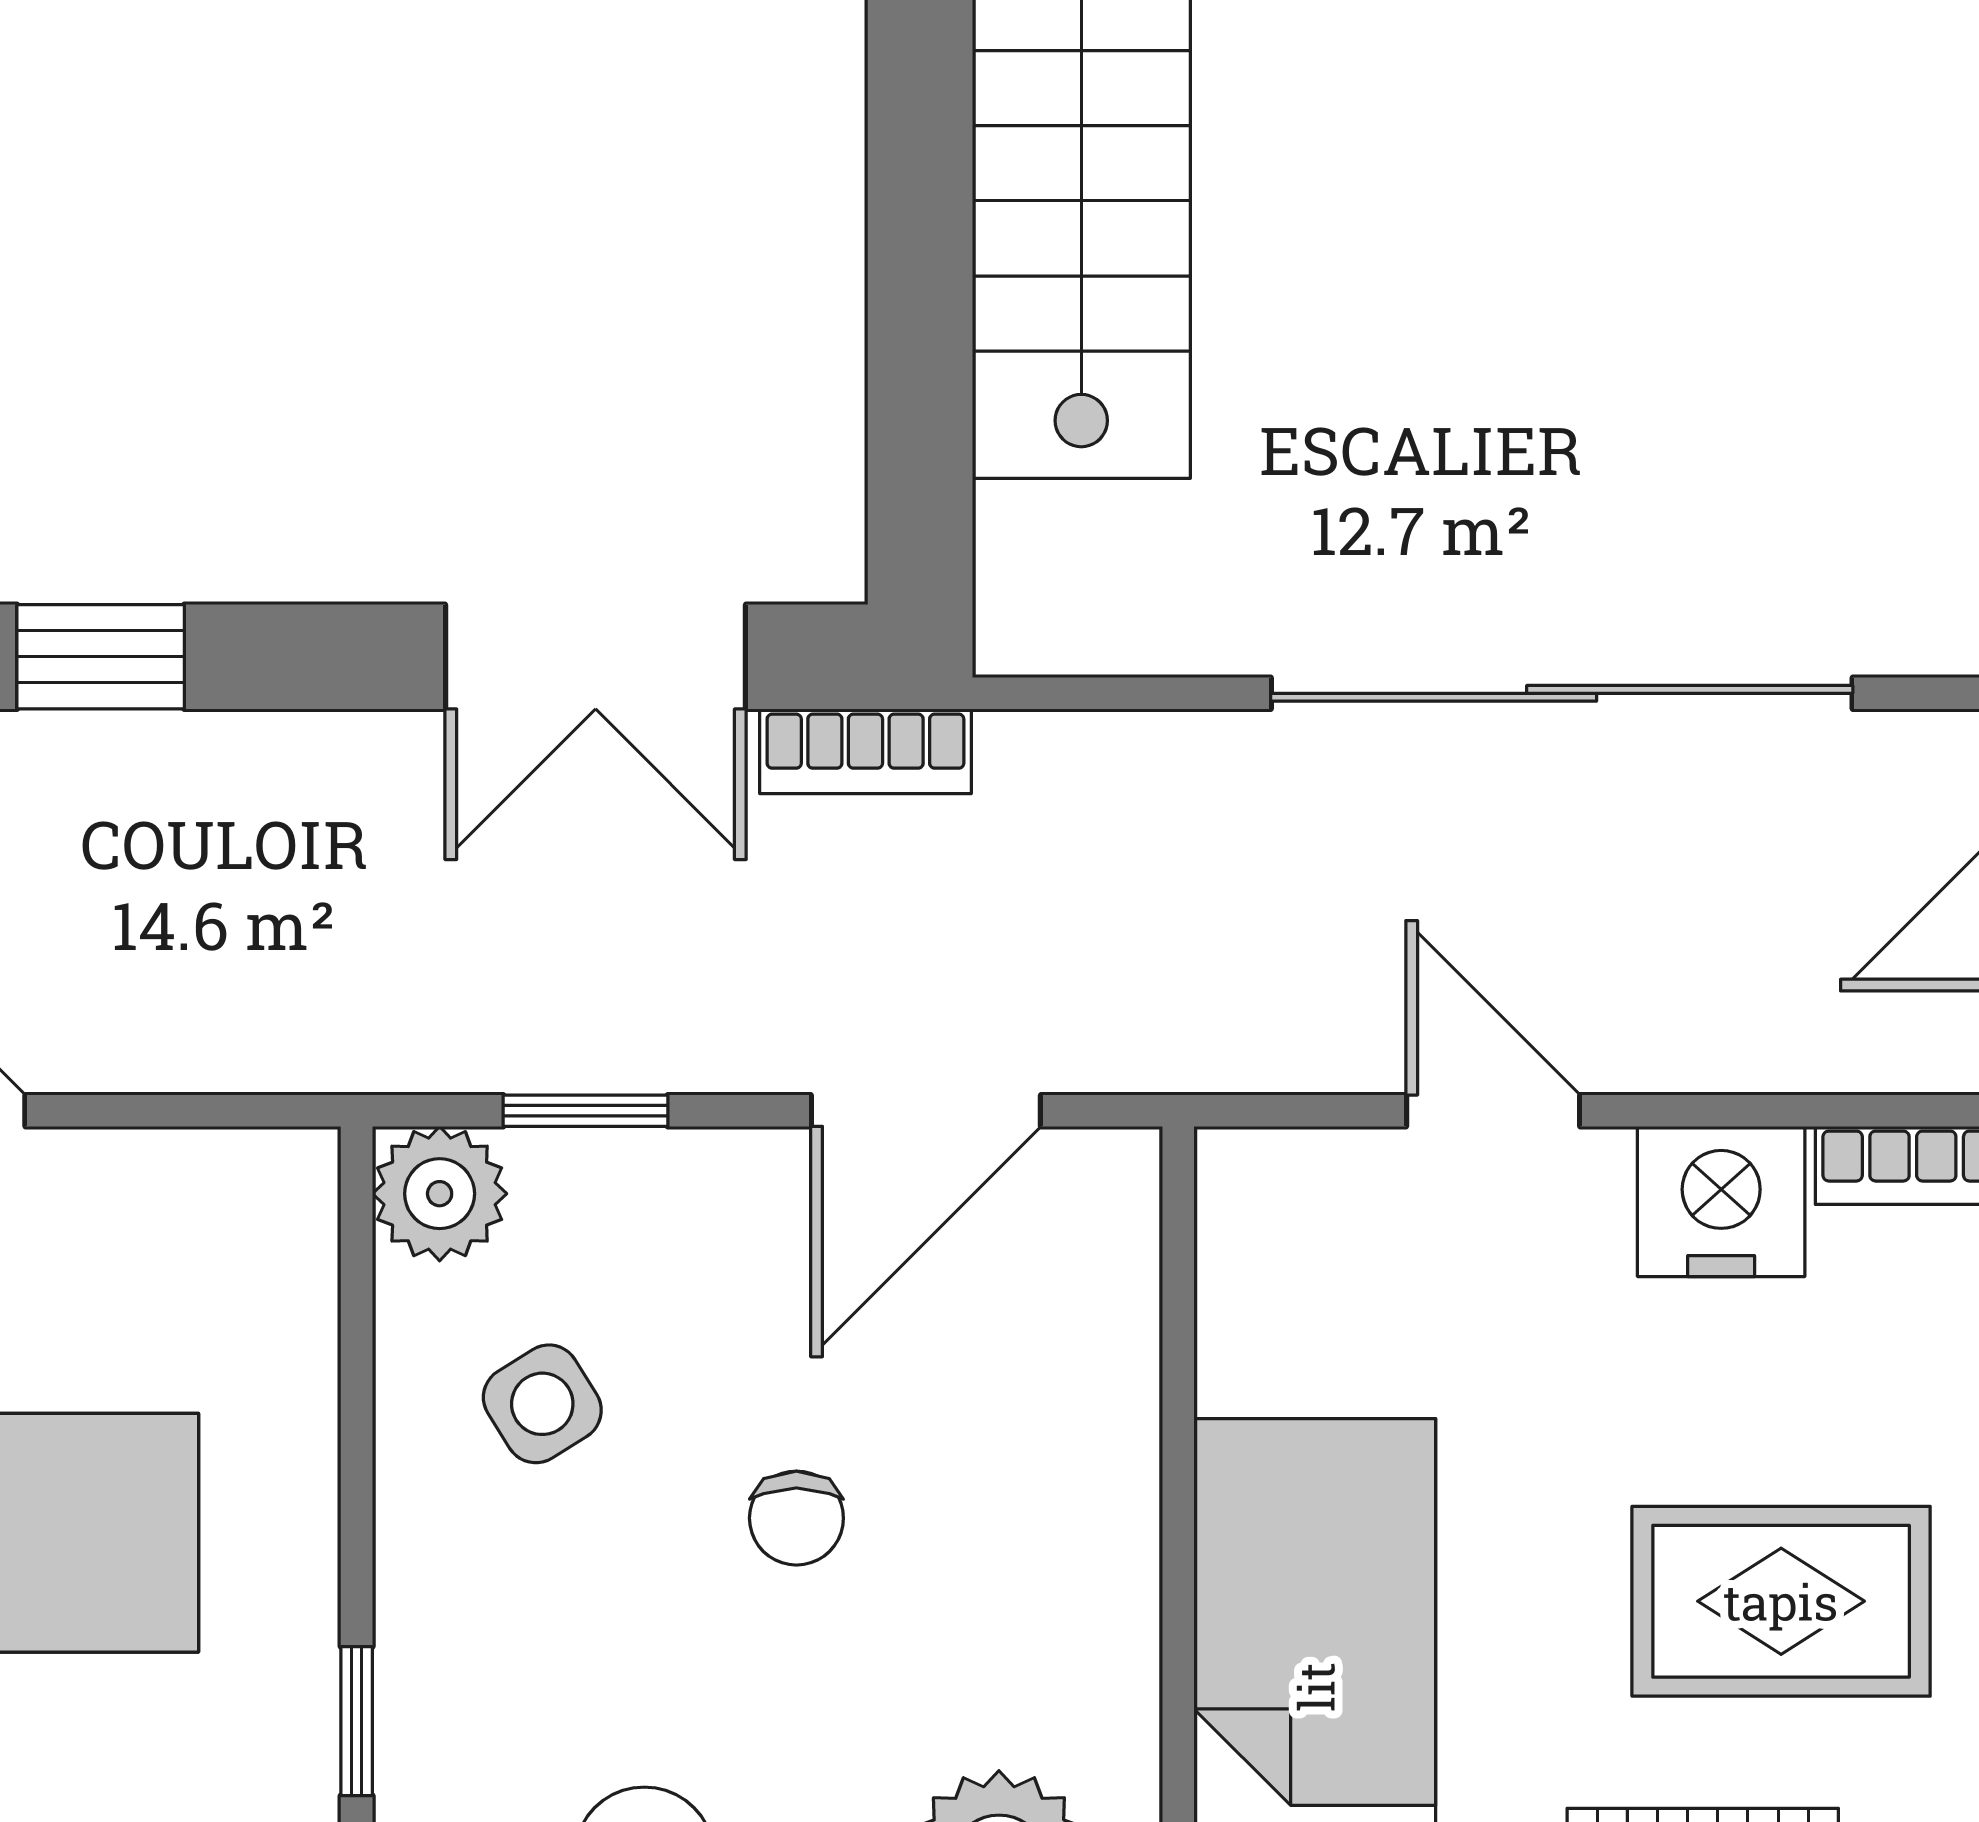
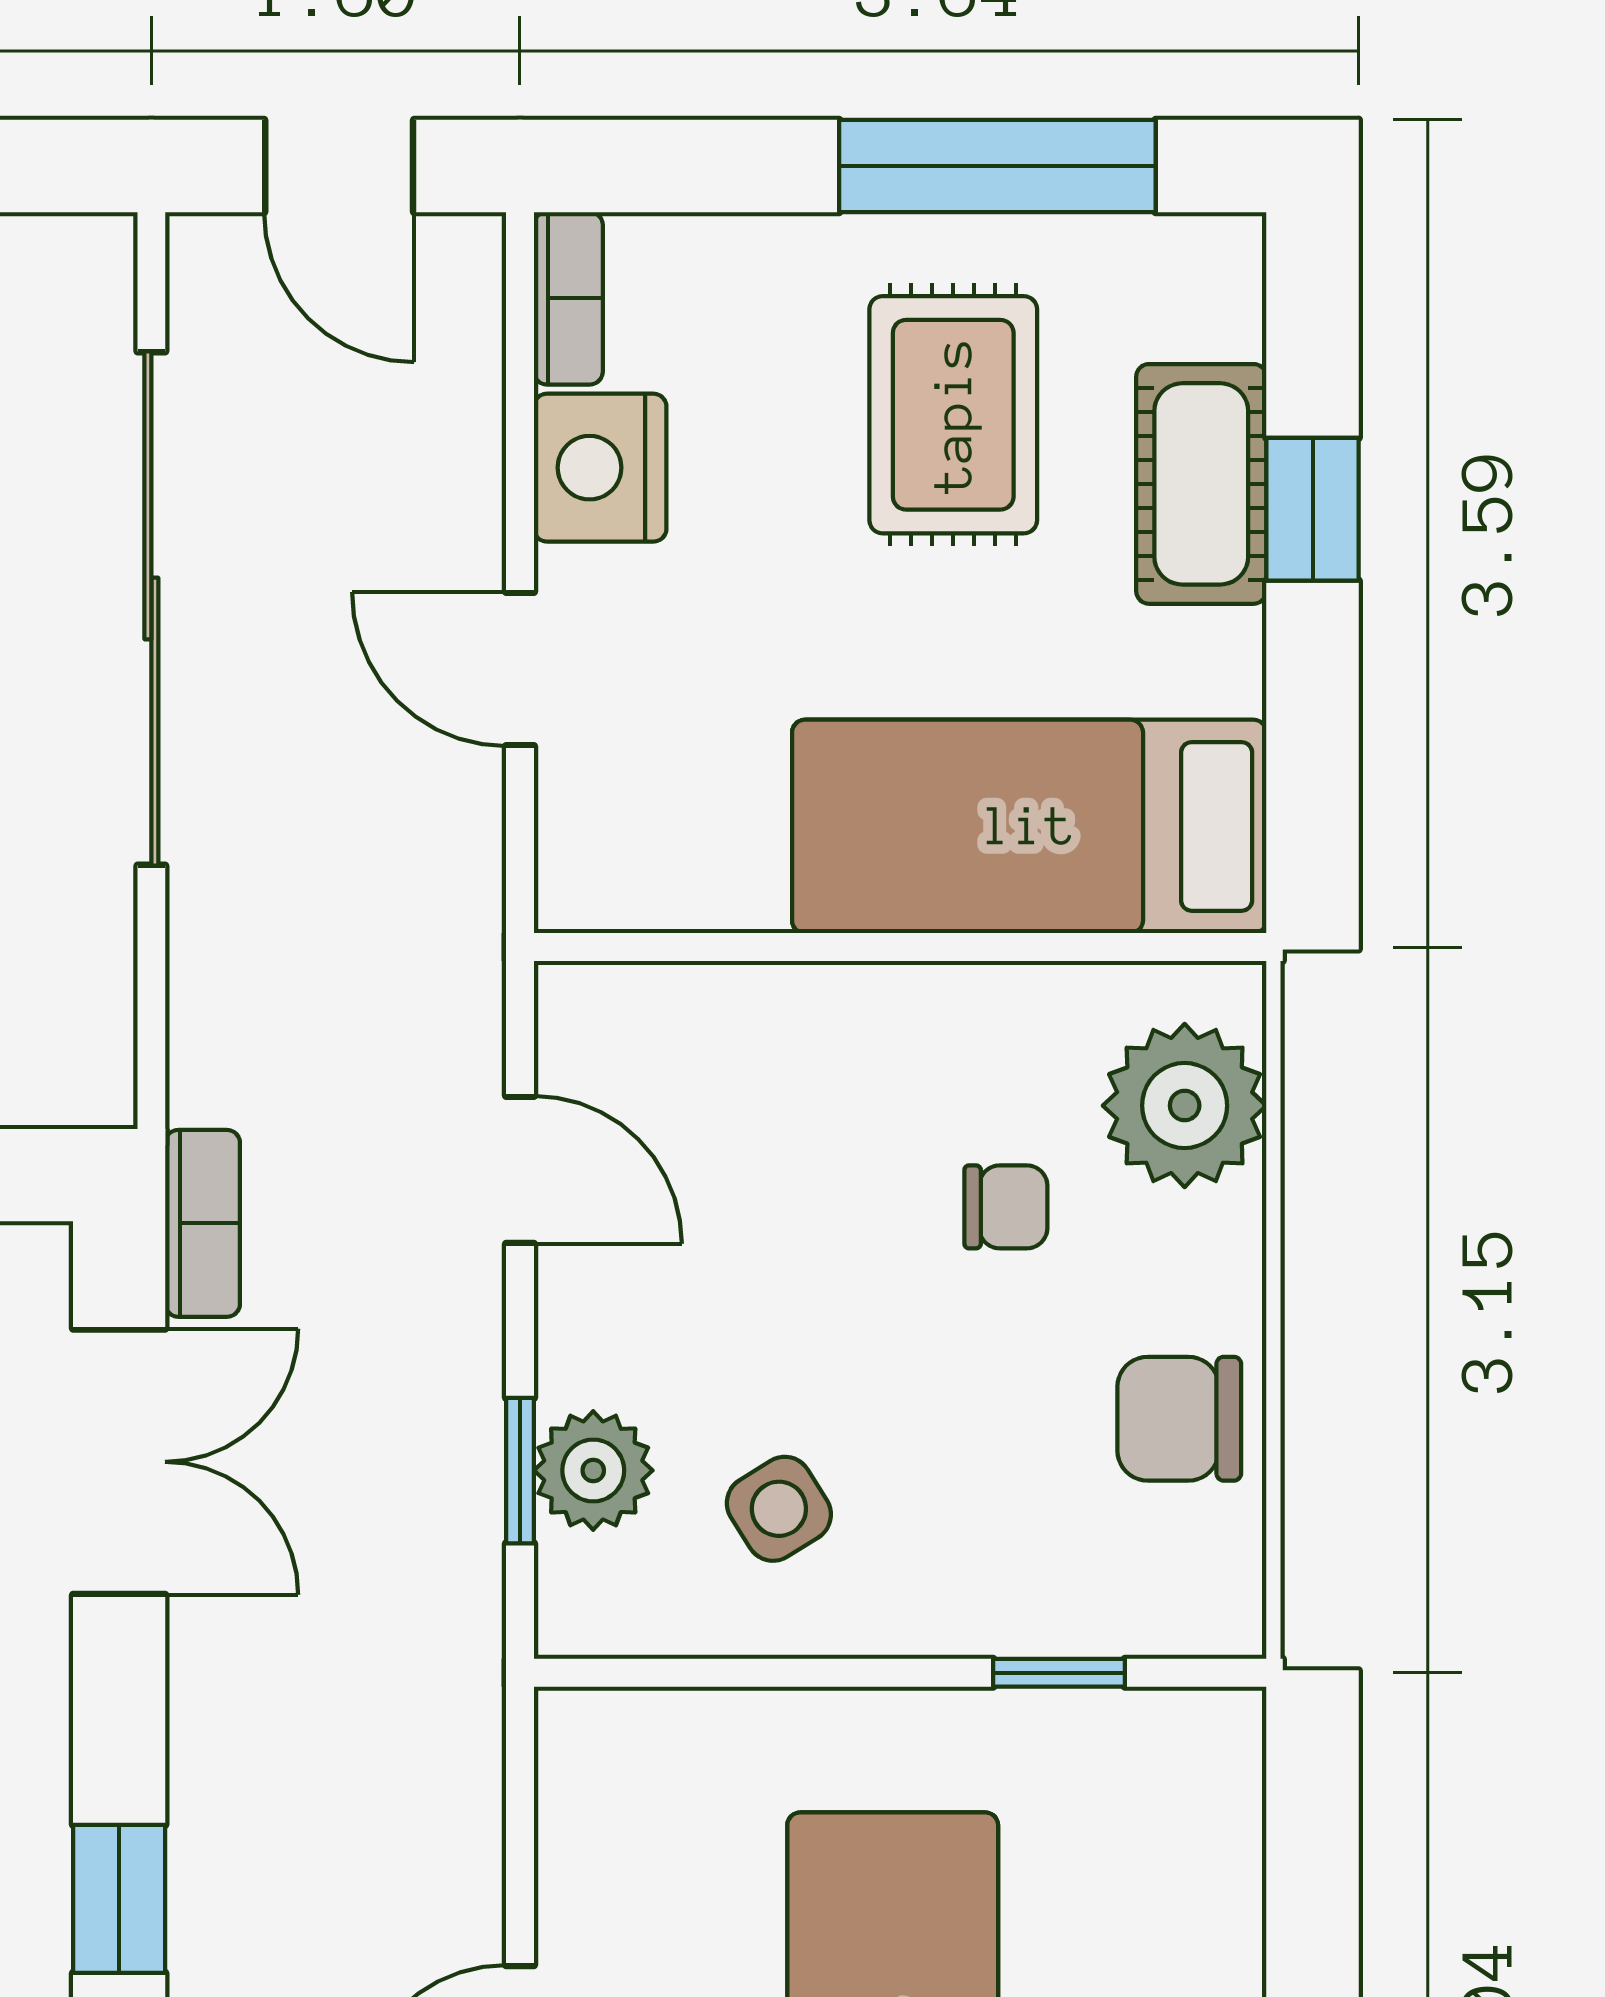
door: (926, 1111) -> (520, 1170), width x0.73
door: (1493, 1111) -> (520, 669), hinge flipped
plant: (440, 1194) -> (593, 1470), moved
chair: (796, 1518) -> (1006, 1207), moved

